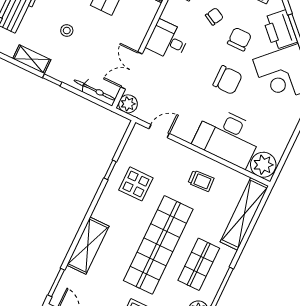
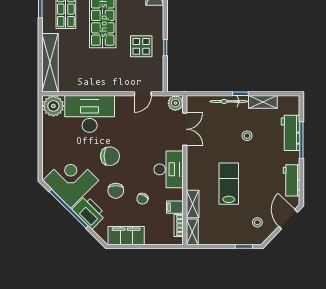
desk: (168, 40) -> (169, 169), width x1.37
chair: (228, 80) -> (110, 156), turned 180
bicycle: (95, 90) -> (229, 101), moved
trolley: (201, 181) -> (94, 72), removed

